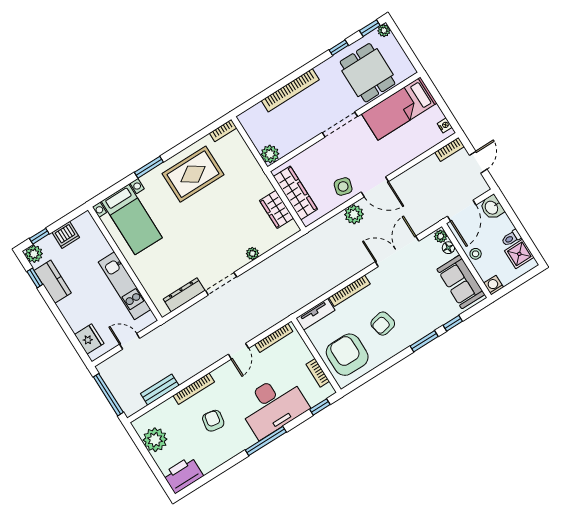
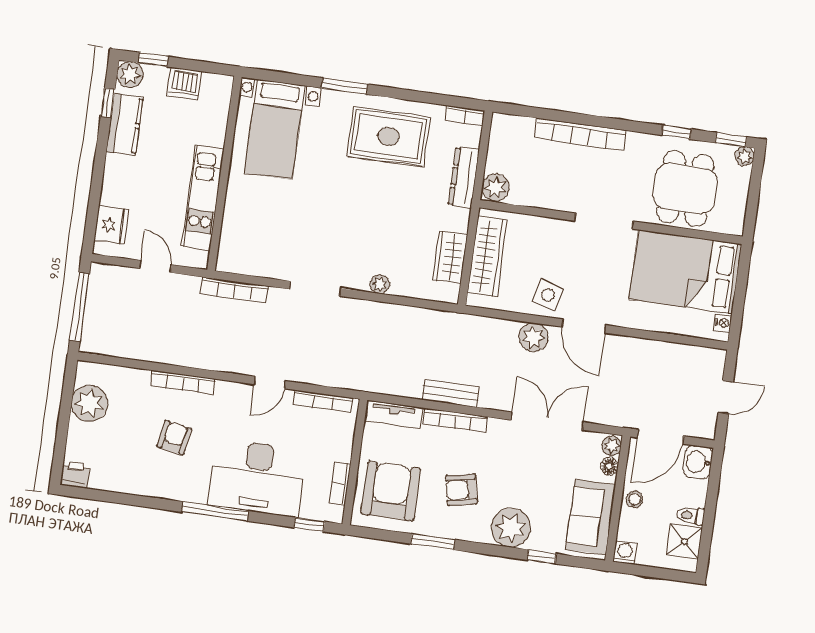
bed: (399, 109) -> (685, 272), width x1.50
bookcase: (450, 149) -> (234, 290), moved, width x1.56
dresser: (184, 295) -> (464, 177), moved, turned -90
plant: (425, 322) -> (511, 528), added
window: (424, 341) -> (433, 542), moved
bench: (160, 390) -> (451, 393), moved
printer: (183, 475) -> (75, 475), width x0.53, depth x0.68

